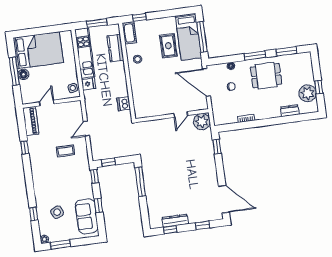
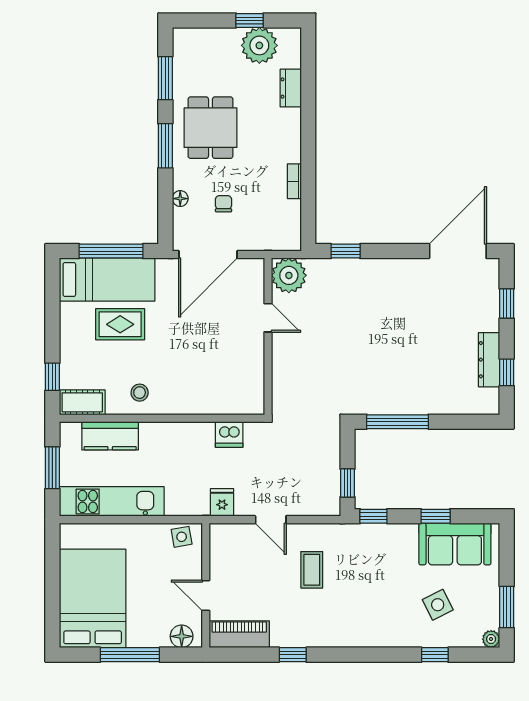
floor lamp: (23, 74) -> (182, 636), moved
fridge: (89, 84) -> (222, 502), moved

